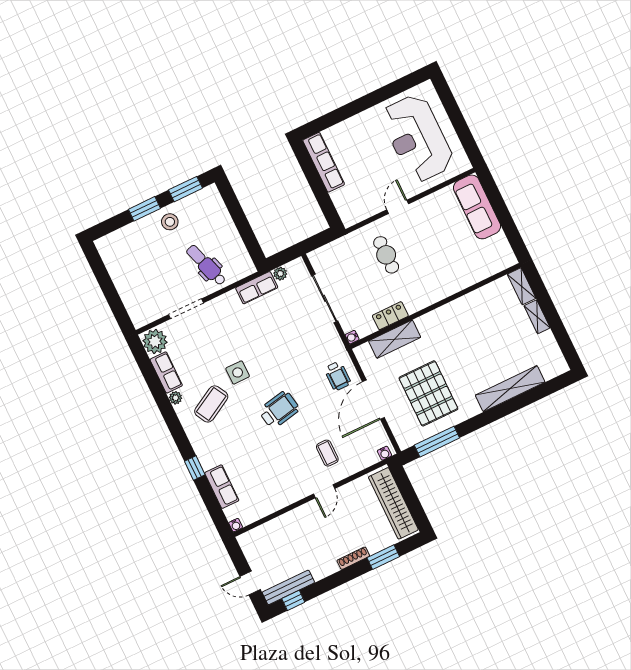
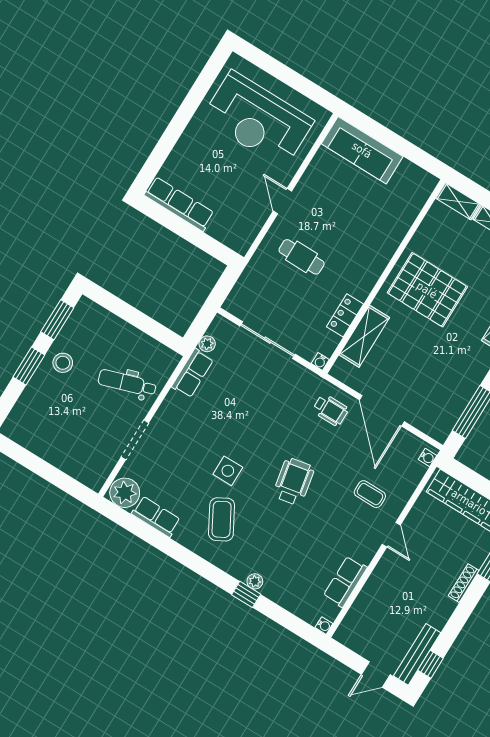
pallet: (428, 393) -> (427, 290), moved
plant: (176, 398) -> (255, 581), moved
row of seats: (222, 487) -> (345, 582), moved, turned -90

